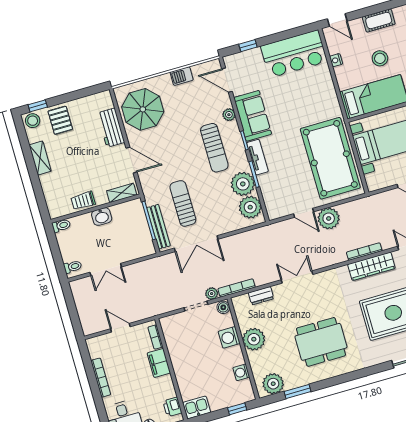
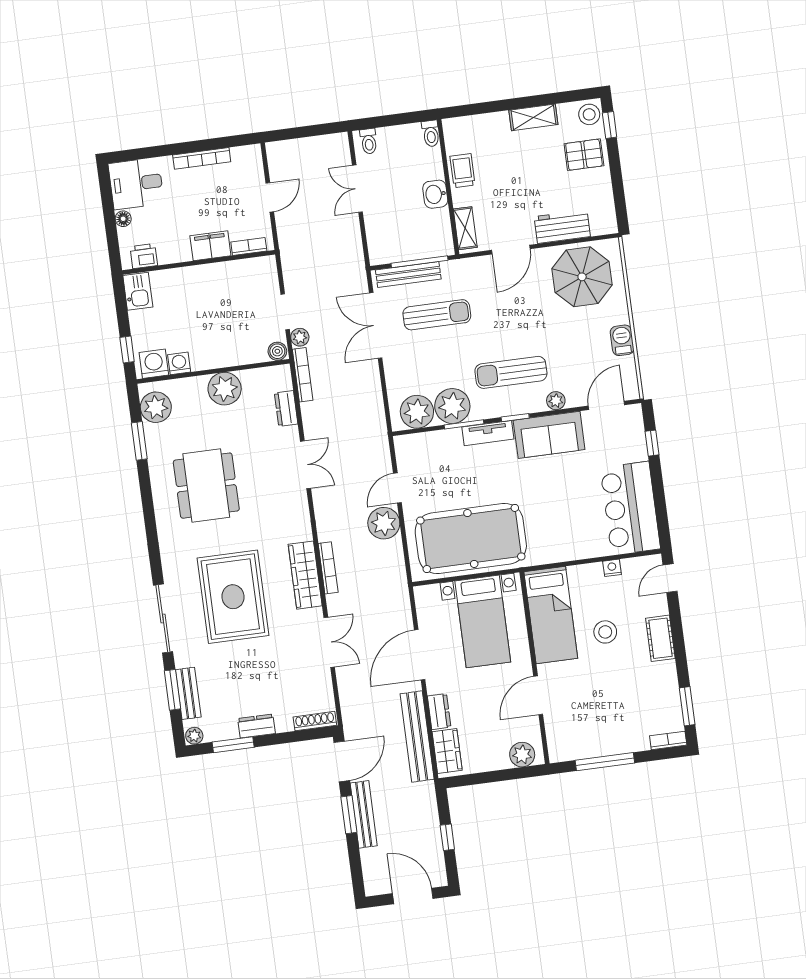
washing machine: (229, 337) -> (154, 364), moved

